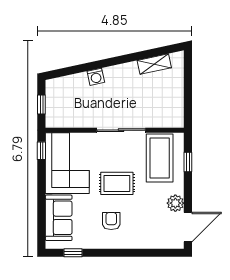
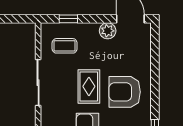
coffee table: (160, 158) -> (65, 46), width x0.54, depth x0.58
armchair: (111, 221) -> (125, 92), width x1.88, depth x1.88

